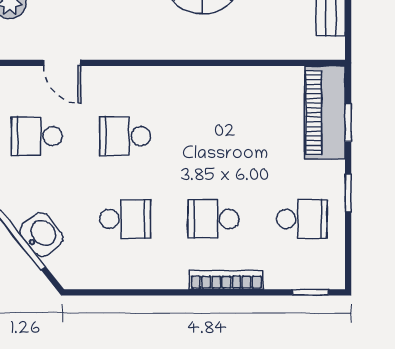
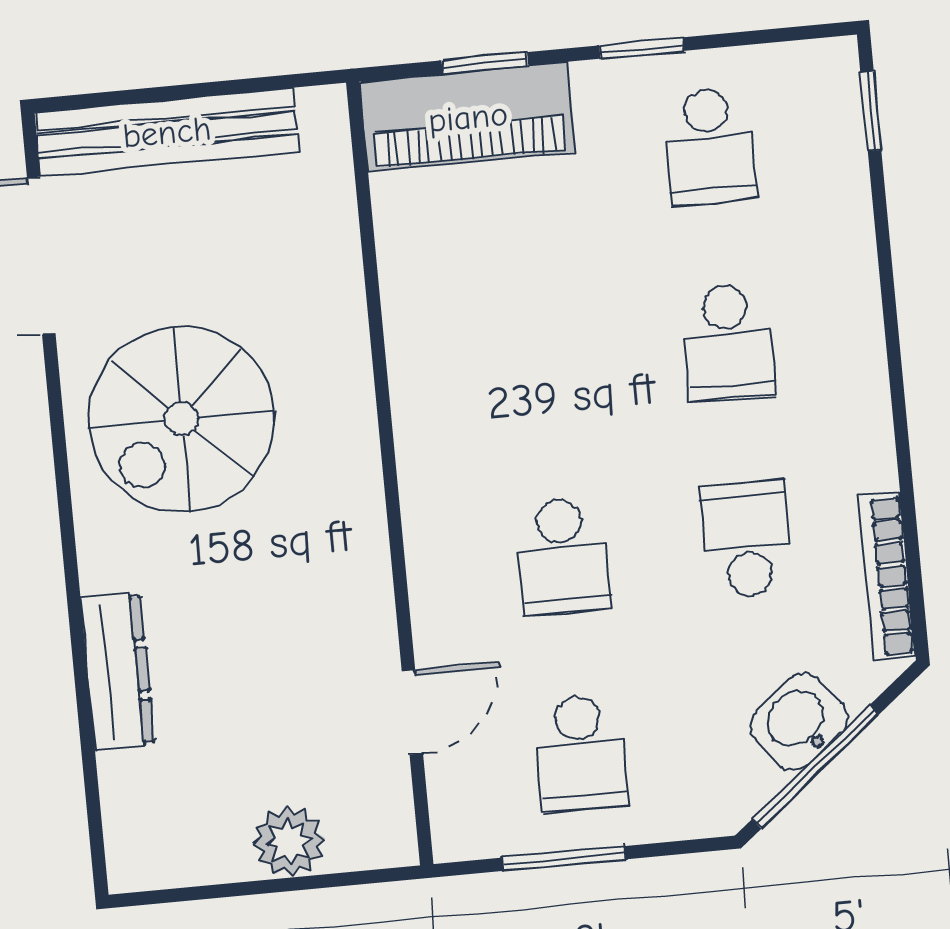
school desk: (302, 219) -> (709, 146), turned 180
bookcase: (226, 280) -> (887, 576), moved

